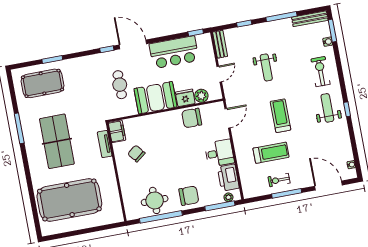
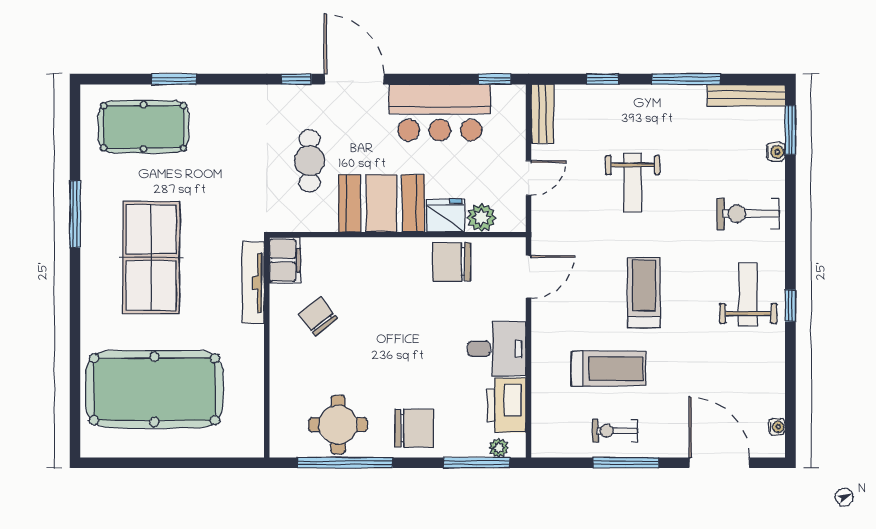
exercise bike: (321, 72) -> (748, 214), turned -90
tv unit: (105, 144) -> (253, 283), width x1.41

